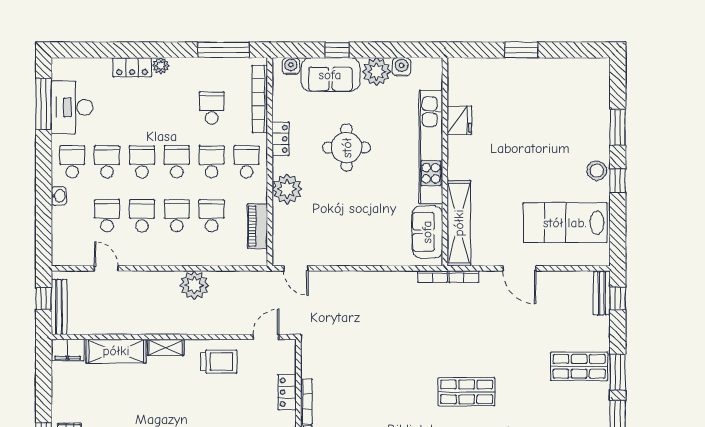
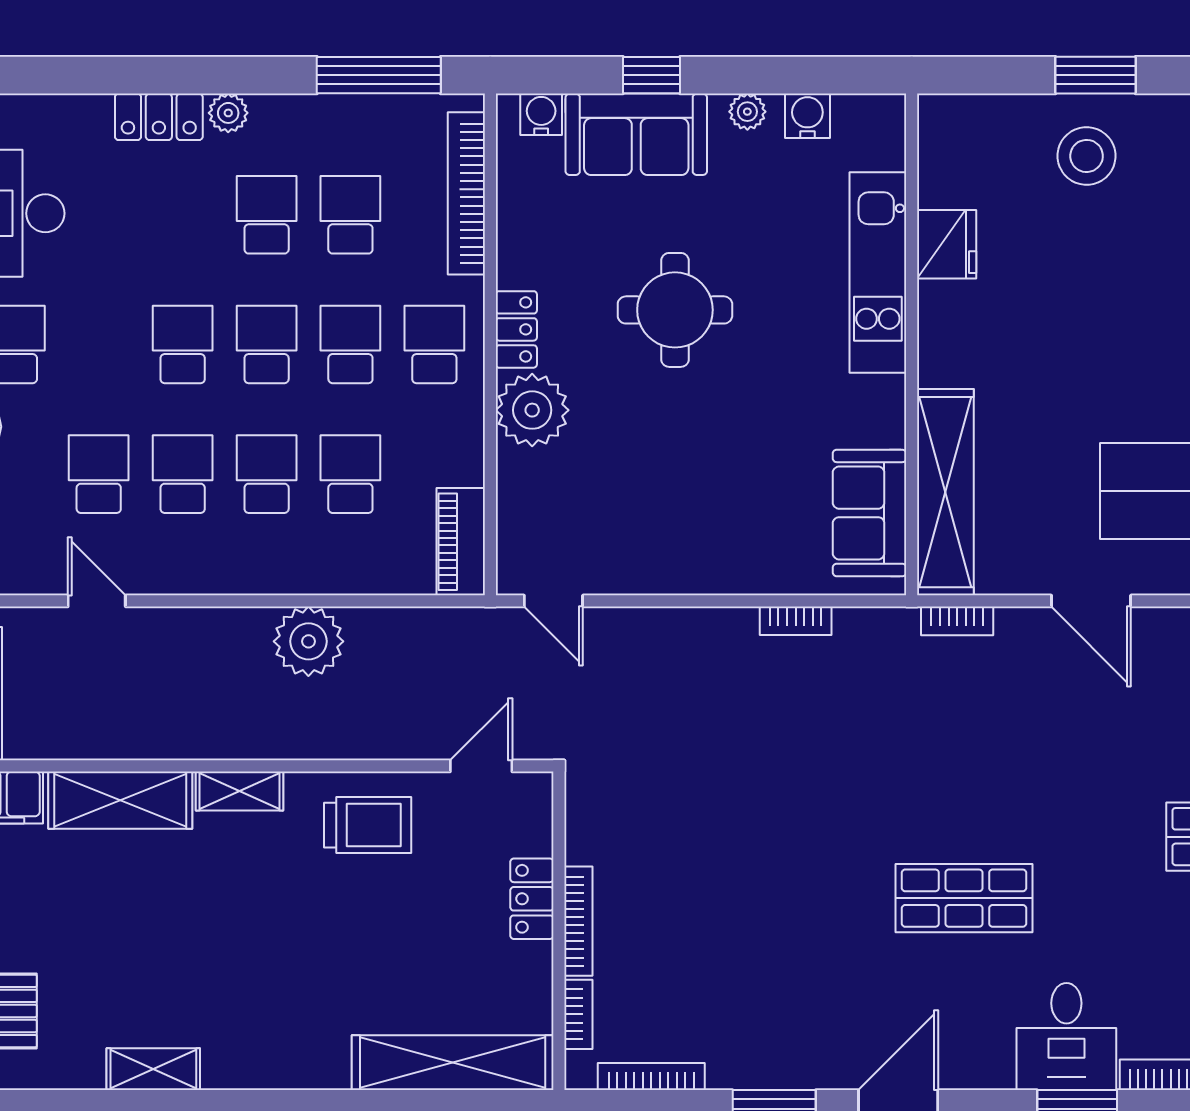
plant: (377, 72) -> (747, 112), width x0.53, depth x0.53
stool: (518, 84) -> (1087, 156), added
locker: (281, 139) -> (516, 329), moved
kitchen unit: (431, 147) -> (878, 273), width x0.73
school desk: (107, 162) -> (267, 215), moved
piano: (257, 226) -> (461, 542), moved
bookcase: (432, 277) -> (796, 621), moved

